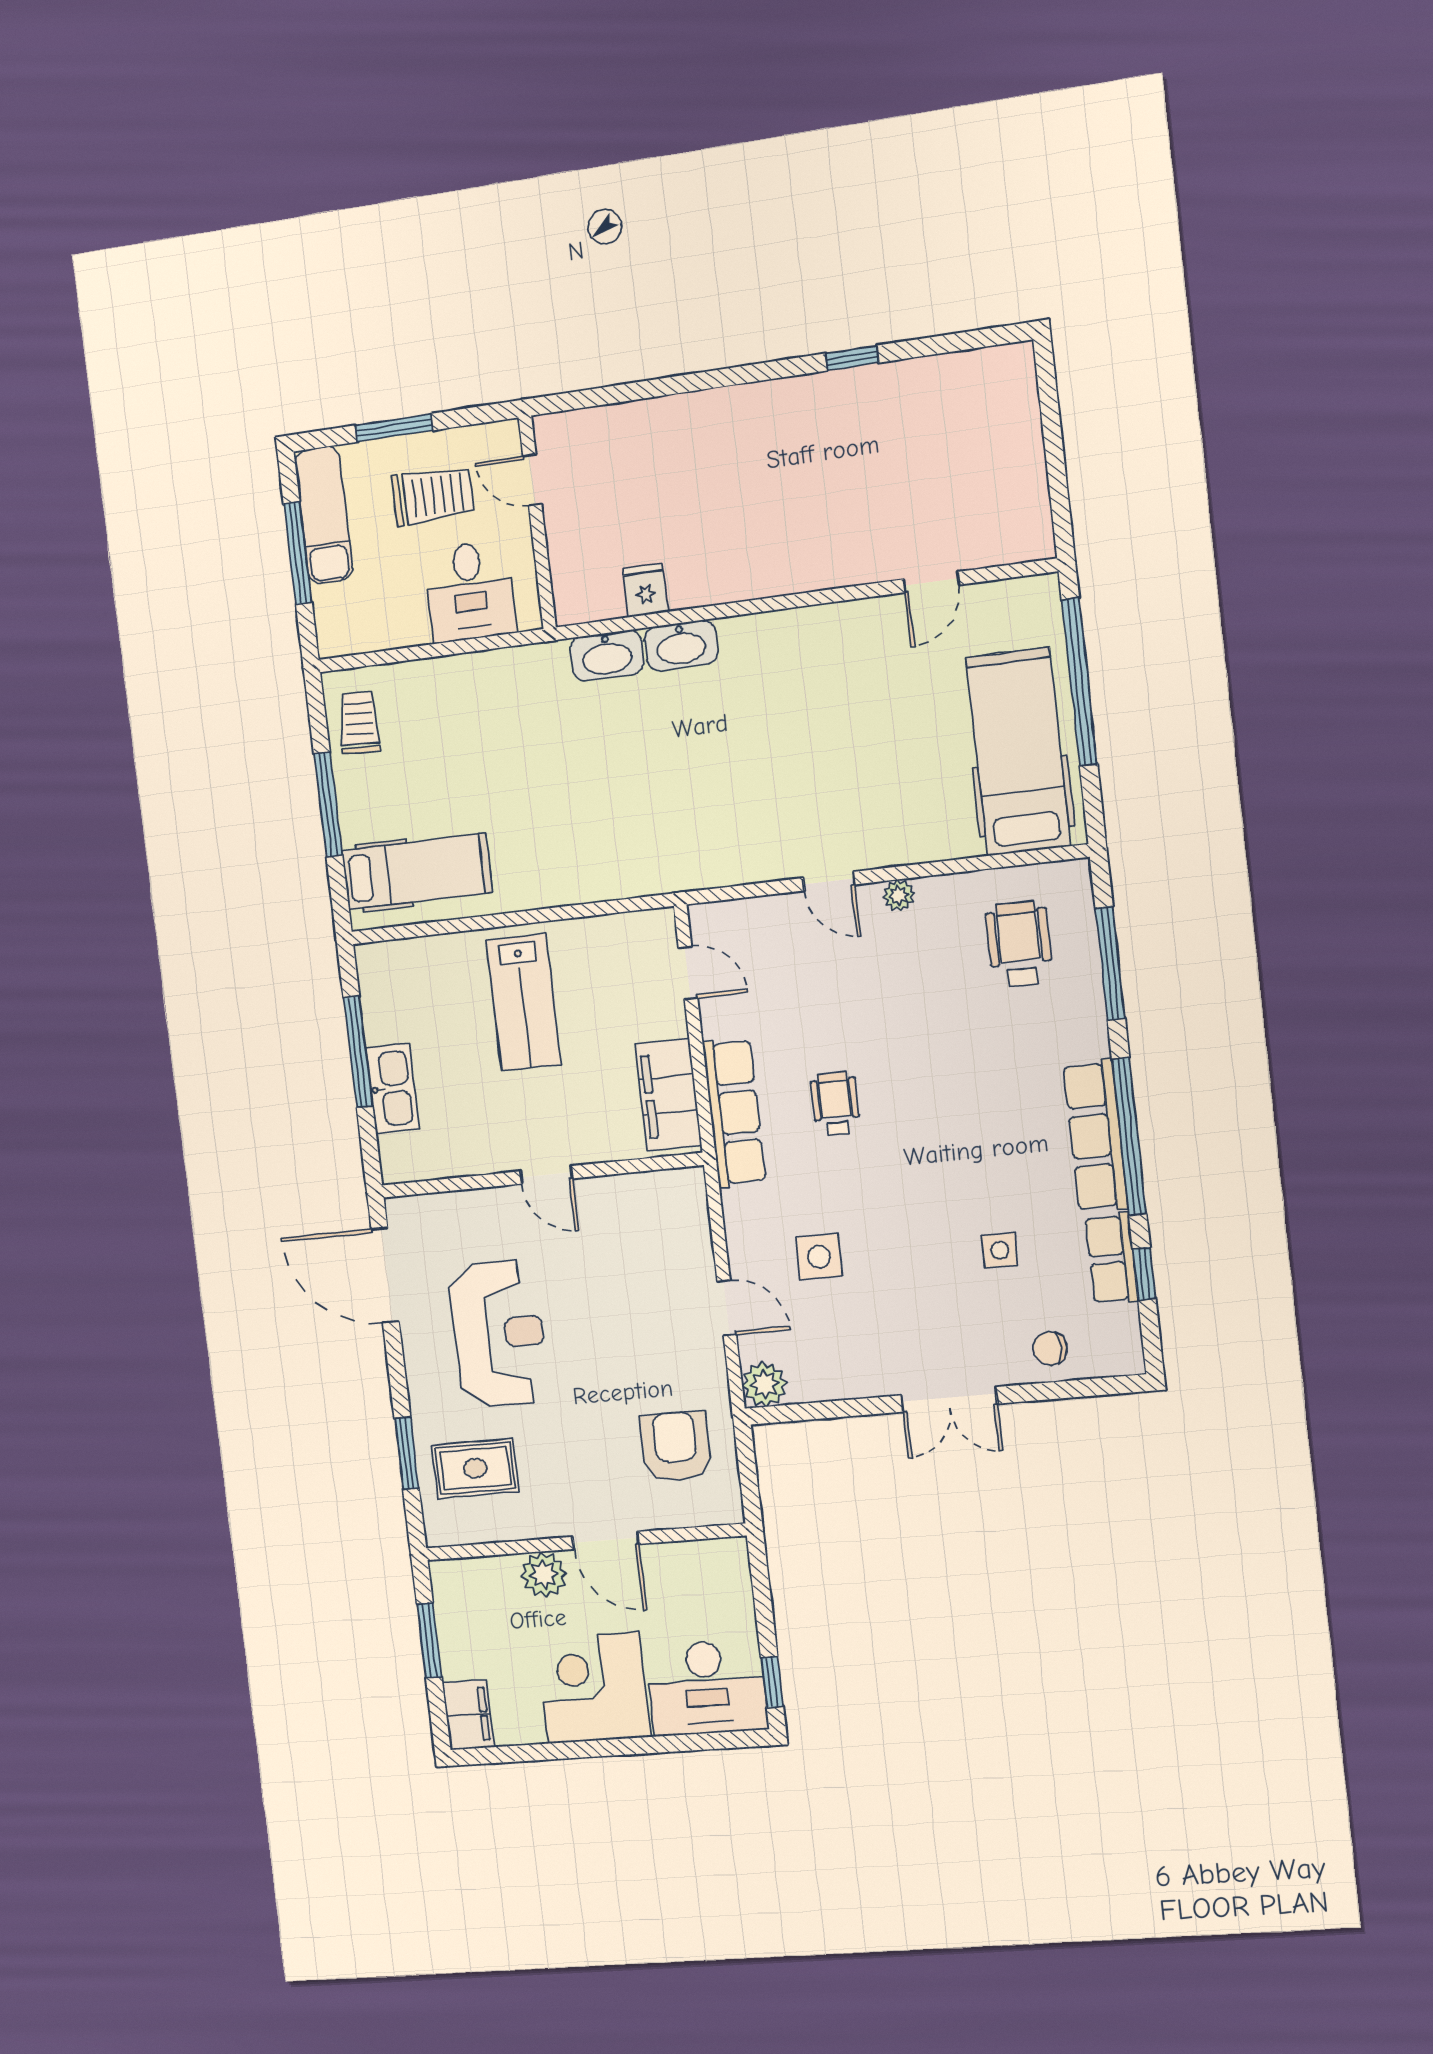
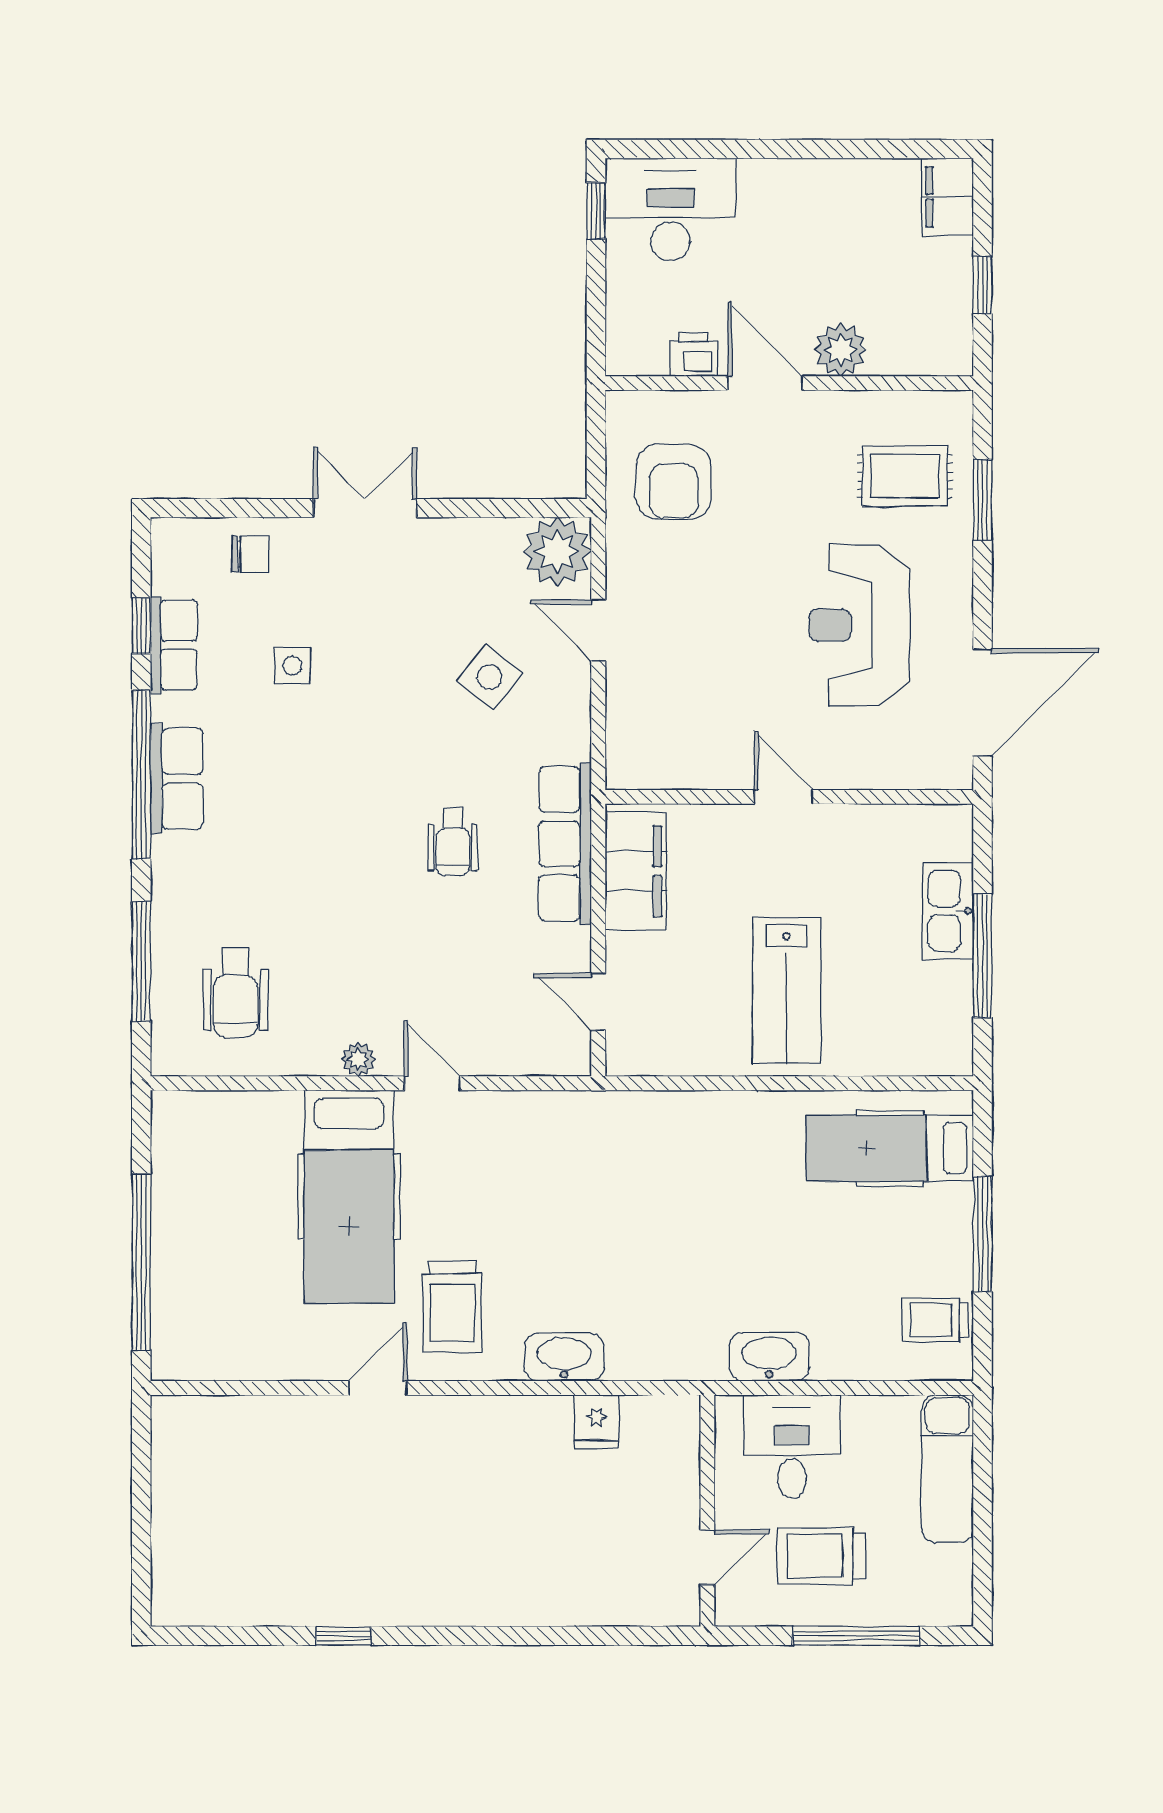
window: (394, 428) -> (856, 1636), width x1.44
door: (532, 480) -> (707, 1557), hinge flipped
exam couch: (324, 515) -> (947, 1469), moved
window: (298, 553) -> (982, 1515), removed
door: (931, 582) -> (378, 1388), moved
washbasin: (607, 656) -> (769, 1357), moved
trolley: (787, 678) -> (452, 1307), added
trolley: (359, 723) -> (936, 1320), turned 87
hospital bed: (1018, 752) -> (349, 1197), moved
lab bench: (523, 1002) -> (786, 990), turned 180
row of seats: (1096, 1136) -> (177, 779), width x0.68
side table: (819, 1257) -> (490, 677), turned 38
door: (385, 1275) -> (982, 703), hinge flipped
plant: (764, 1384) -> (557, 552), width x1.36, depth x1.36
printer: (671, 1561) -> (694, 355), added
window: (429, 1640) -> (982, 285), width x0.67
corner desk: (593, 1688) -> (799, 218), removed

